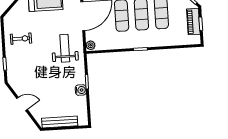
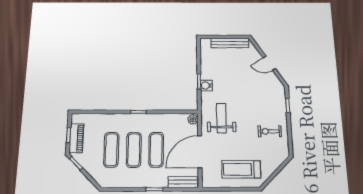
weight bench: (65, 48) -> (221, 118), turned 180
water cooler: (81, 90) -> (206, 86), moved

